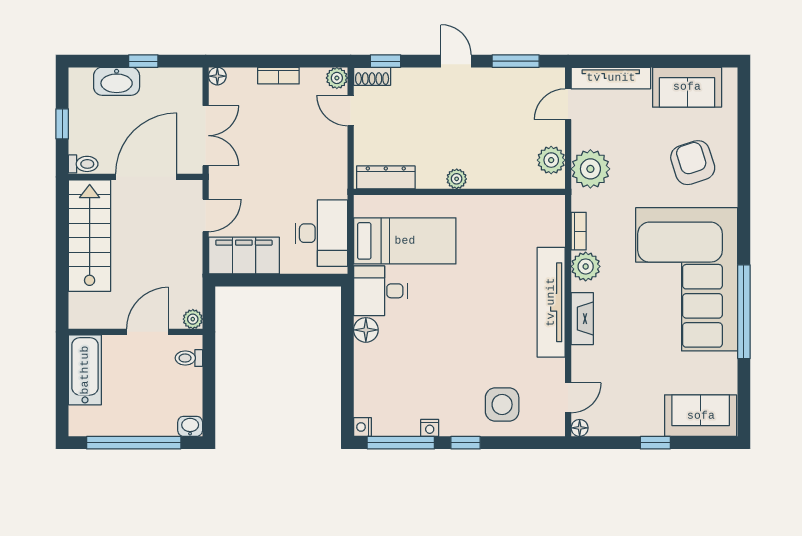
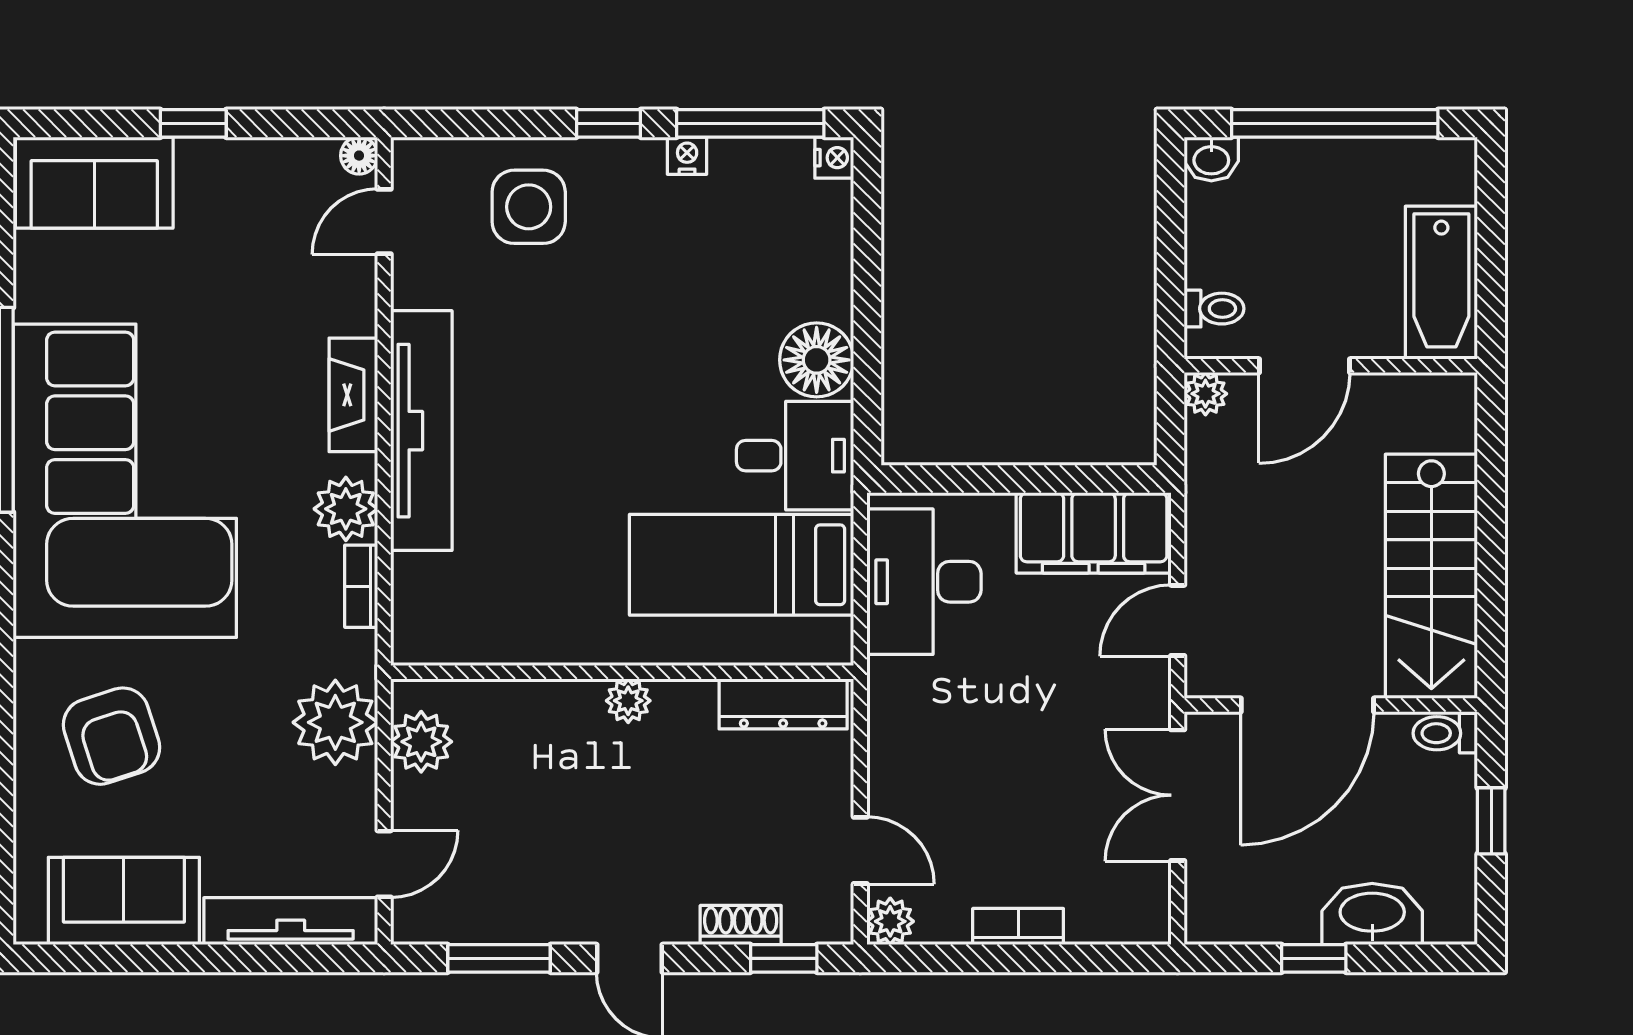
floor lamp: (217, 76) -> (1152, 925), removed
shoe rack: (372, 76) -> (741, 925), moved
floor lamp: (366, 330) -> (817, 360), width x1.38, depth x1.38

